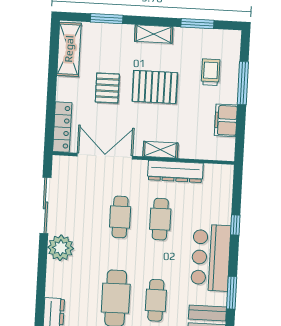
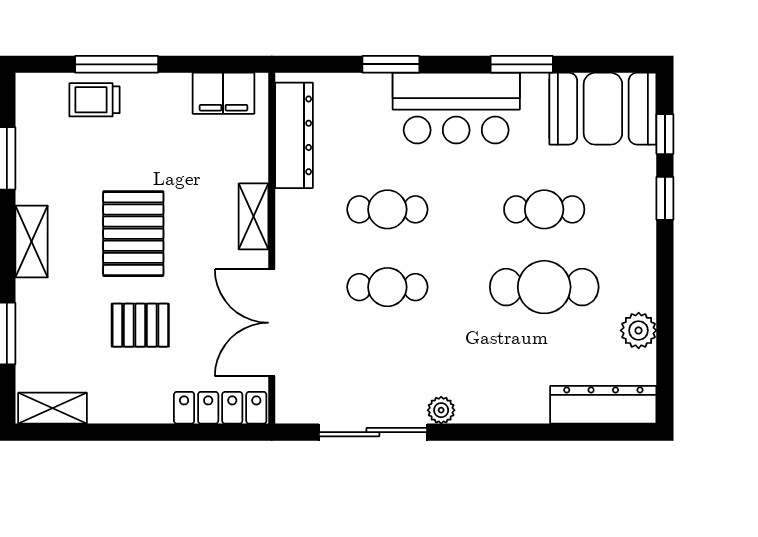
shelving: (69, 49) -> (53, 408), width x0.67, depth x0.75
trolley: (211, 72) -> (95, 100), moved
filing cabinet: (226, 120) -> (223, 93), moved
dresser: (175, 171) -> (294, 135), moved
window: (235, 225) -> (391, 64), width x1.50
plant: (61, 248) -> (441, 410), width x0.53, depth x0.53

